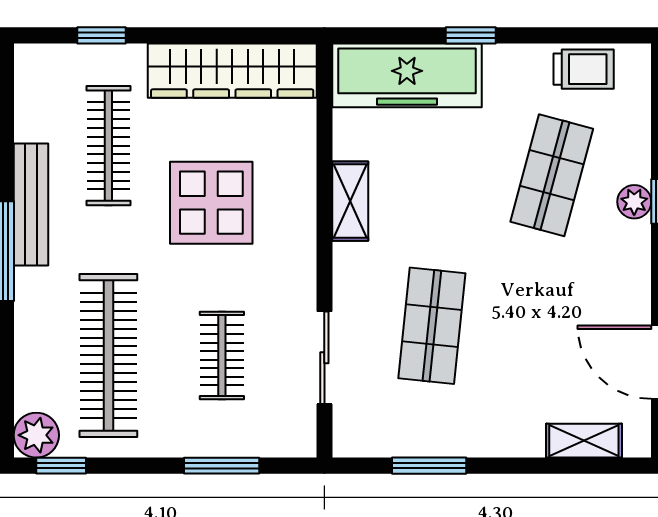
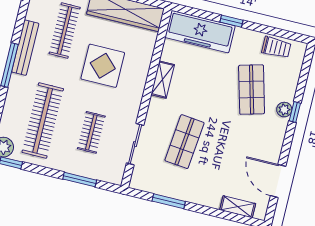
shop shelf: (552, 175) -> (252, 90), turned -30

